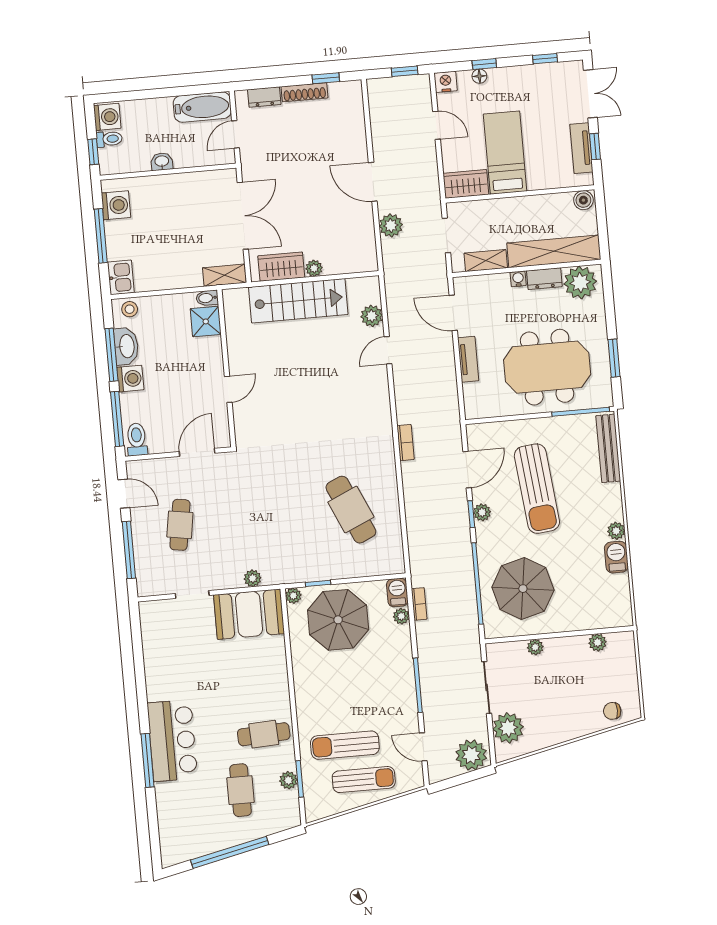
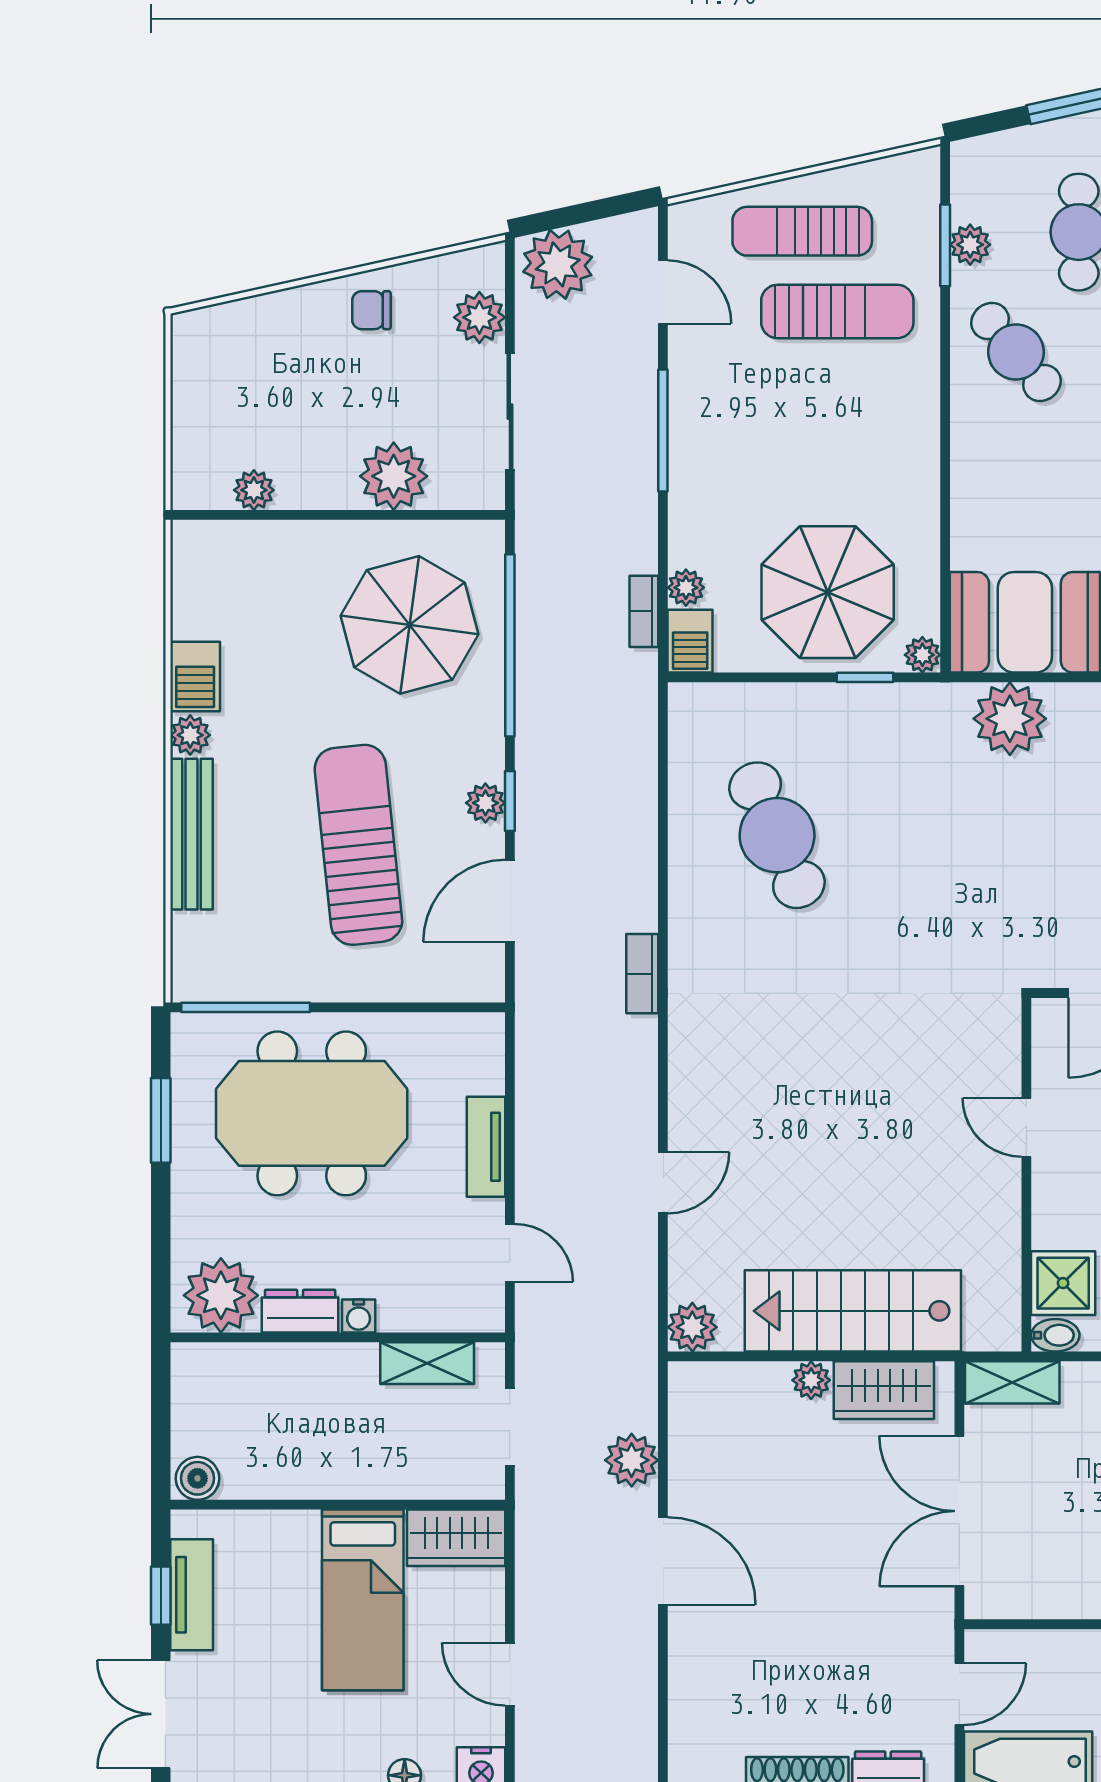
shelving: (554, 251) -> (273, 1370), removed
door: (453, 313) -> (510, 1253), width x0.73
plant: (372, 316) -> (692, 1327), moved
door: (228, 389) -> (1026, 1127), hinge flipped
bench: (608, 448) -> (192, 834), moved
plant: (253, 578) -> (1010, 719), width x1.88, depth x1.88
plant: (535, 647) -> (394, 476), width x1.88, depth x1.88
chair: (612, 711) -> (371, 310), moved, turned 180
plant: (508, 728) -> (479, 317), width x0.73, depth x0.73
cafe table: (264, 734) -> (1016, 352), turned 53

